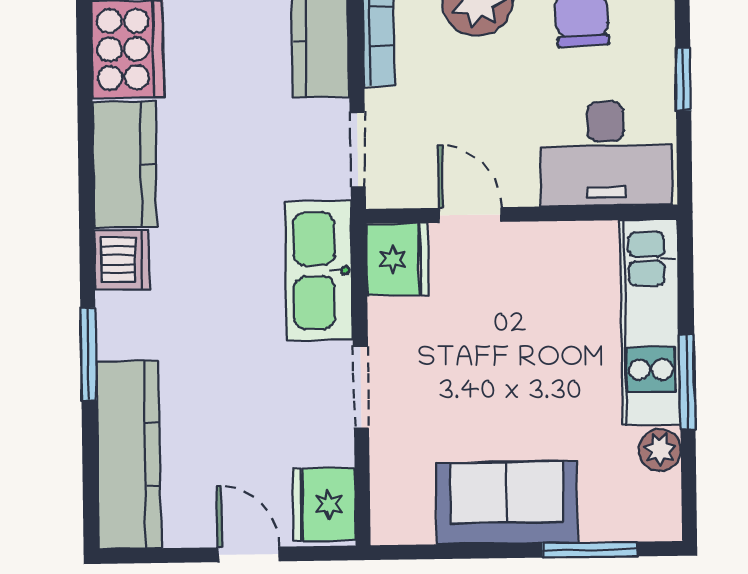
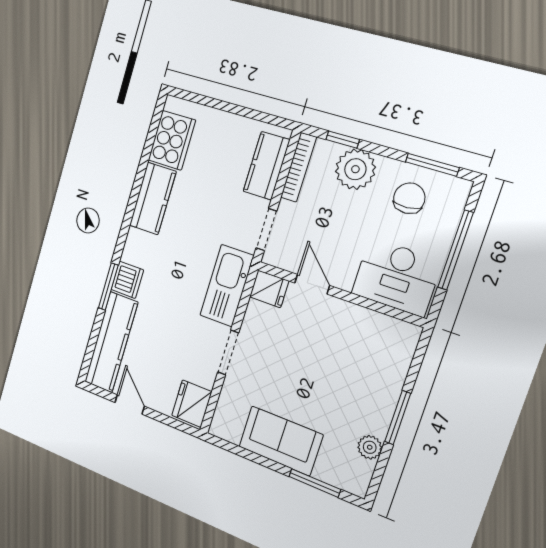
window: (683, 79) -> (455, 250), width x2.17
fridge: (398, 259) -> (269, 289), width x0.72
dishwasher: (122, 260) -> (127, 280), moved
kitchen unit: (650, 322) -> (389, 378), removed
door: (249, 554) -> (130, 404), moved

